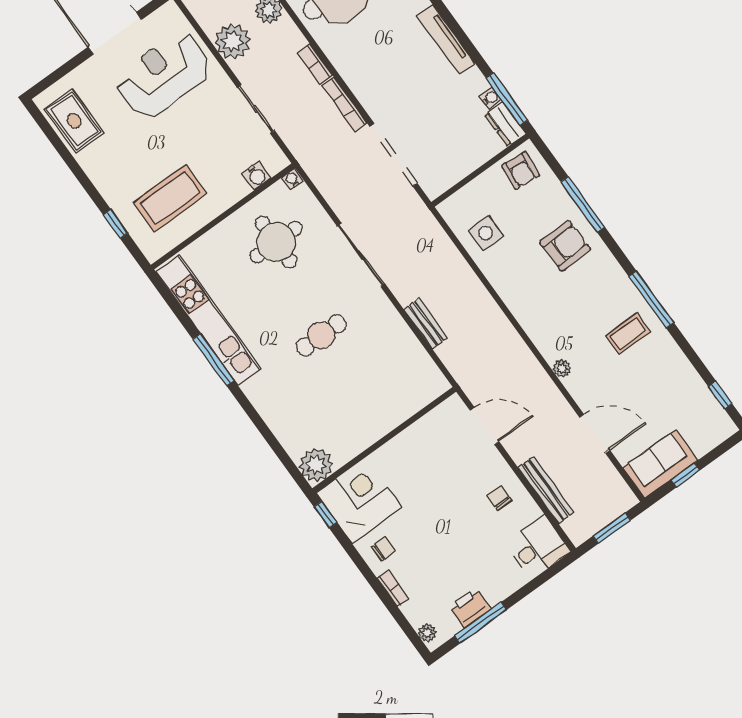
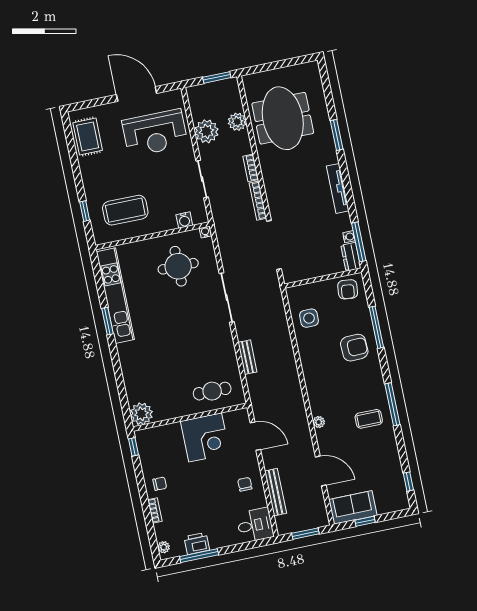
reception desk: (164, 75) -> (155, 133), turned 180
cafe table: (321, 335) -> (212, 391), moved
window: (213, 360) -> (107, 321), width x0.69
corner desk: (359, 500) -> (205, 437), moved, turned 90

